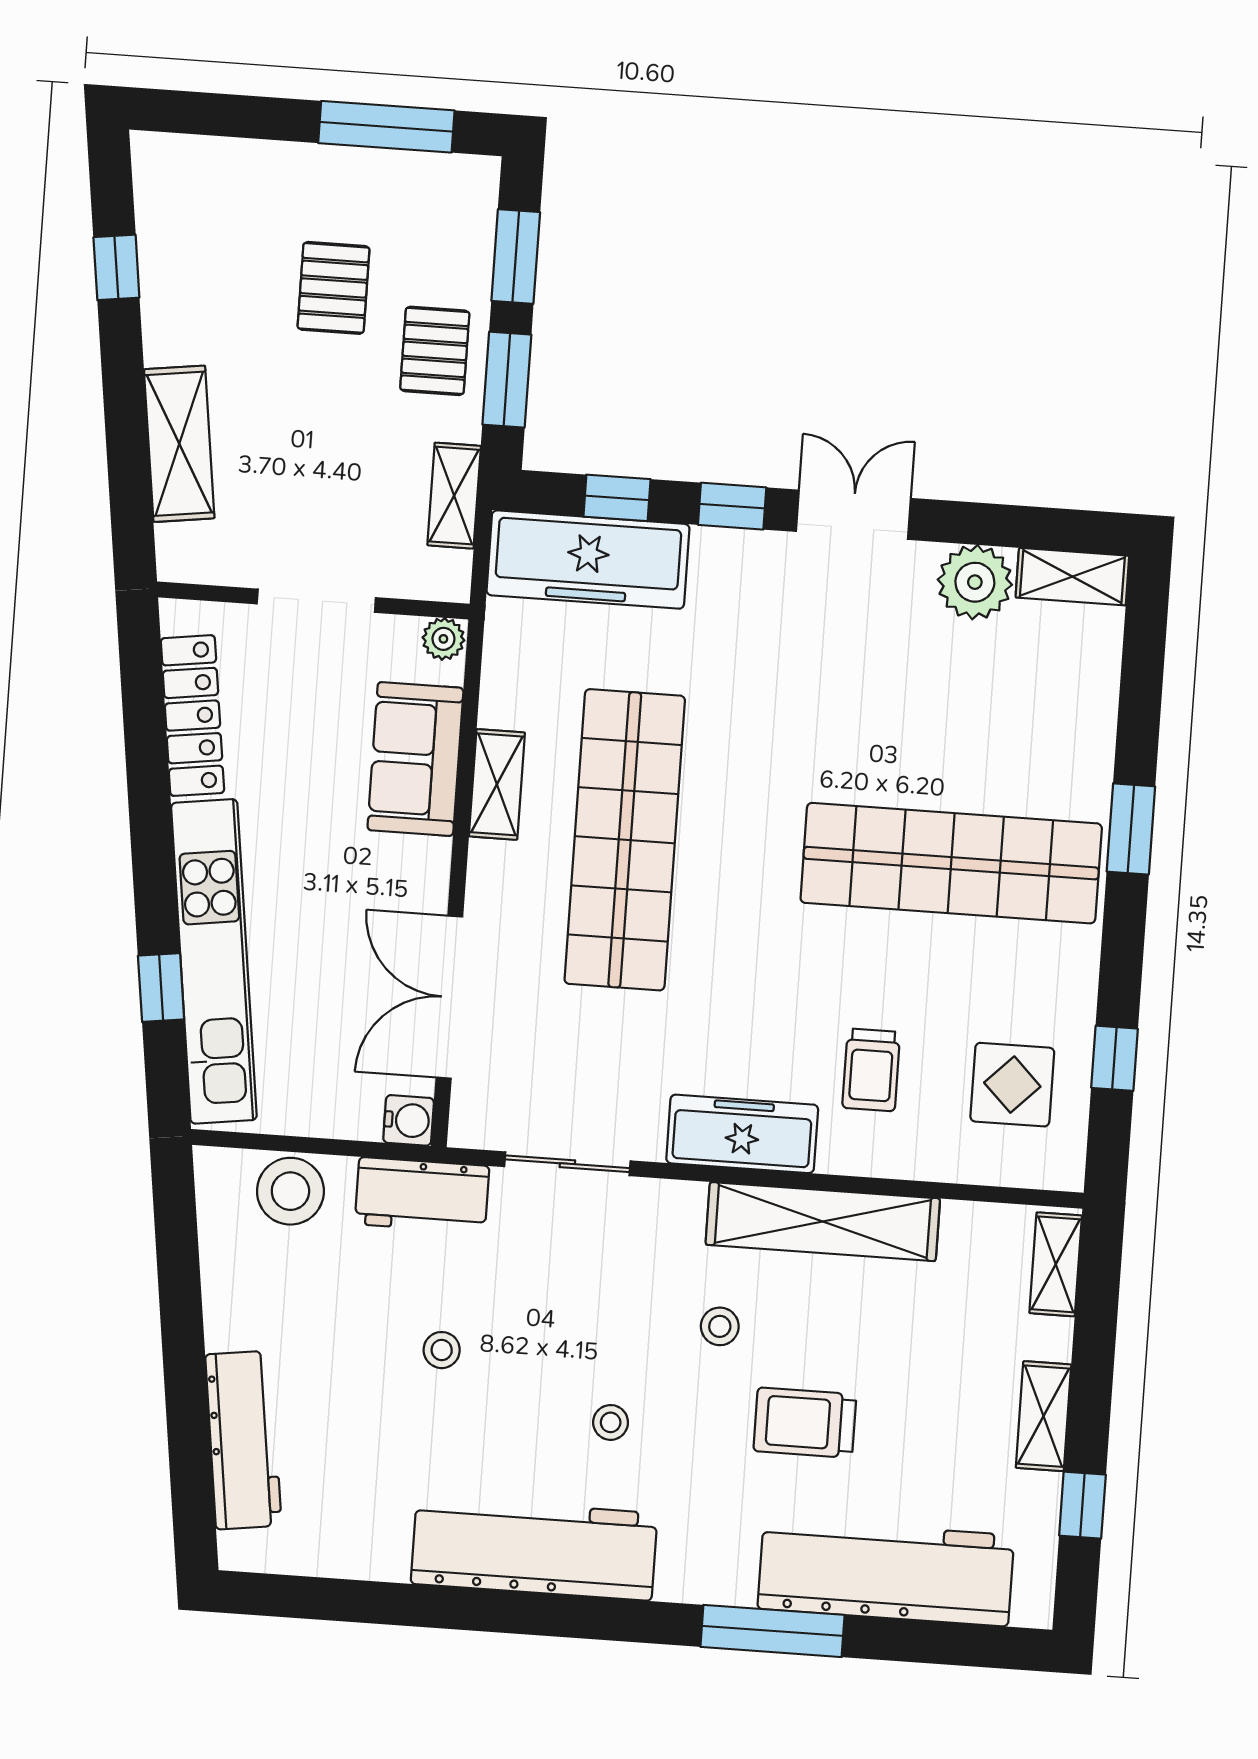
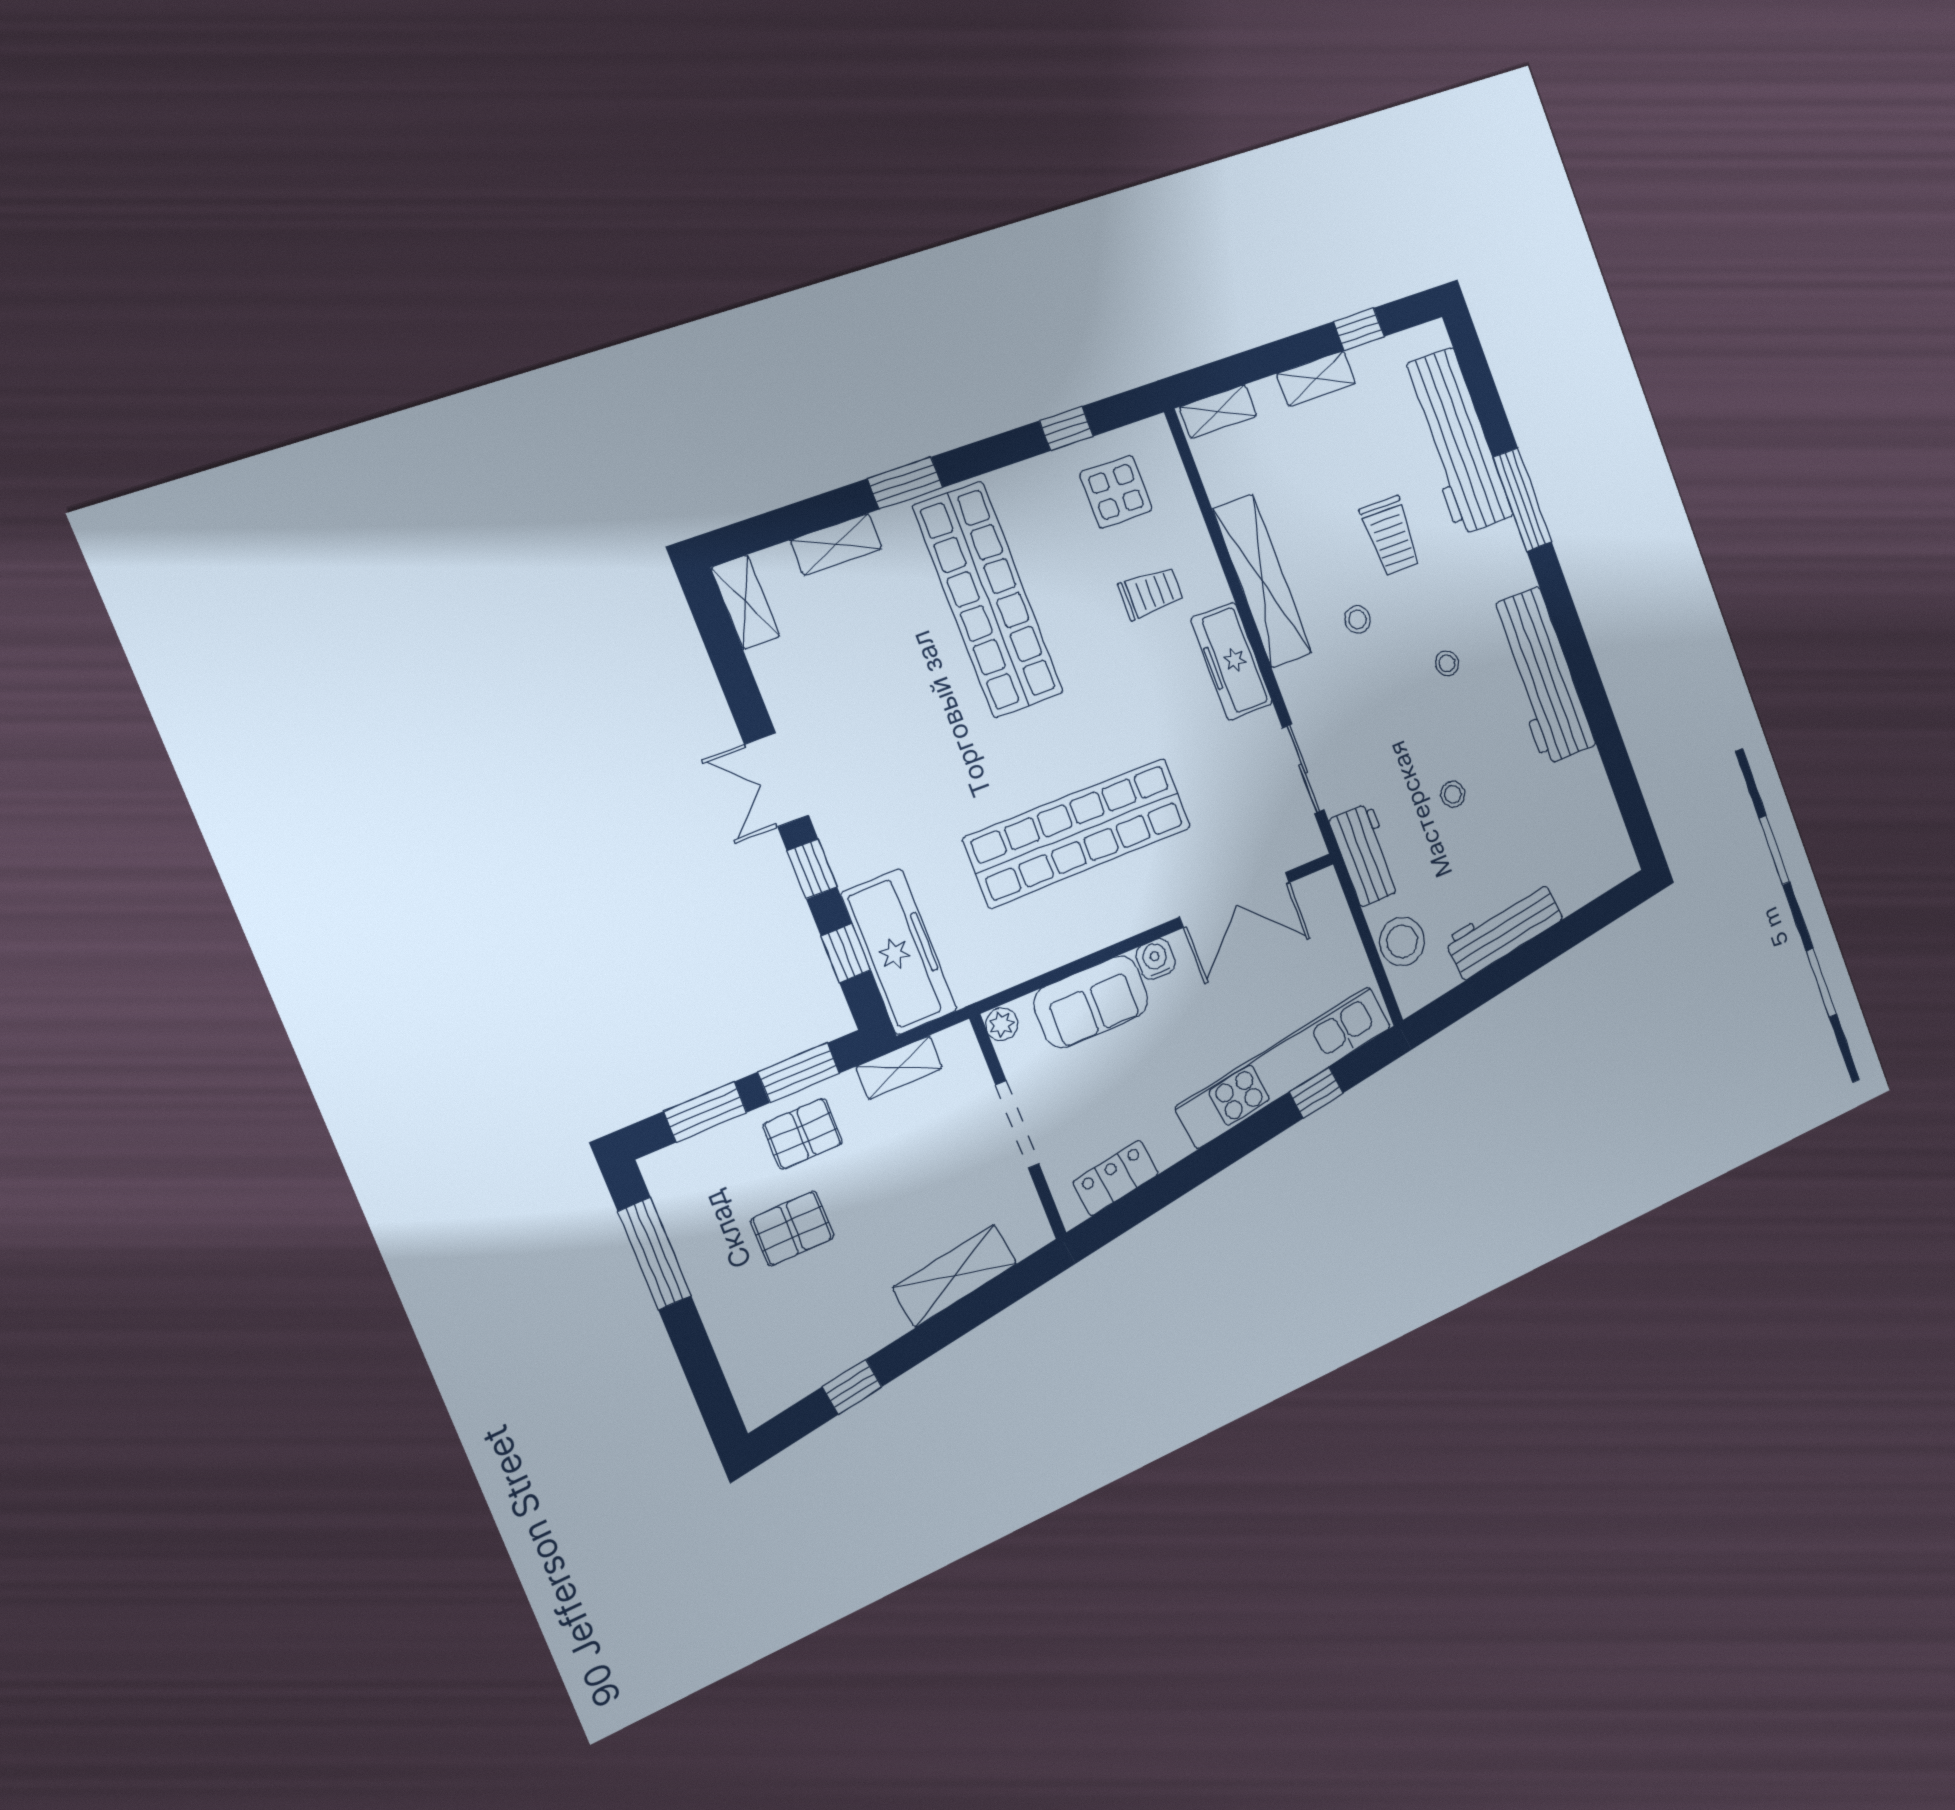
plant: (975, 582) -> (783, 671), removed
locker: (192, 716) -> (1116, 1178), width x0.66
shelving: (497, 784) -> (836, 544), moved
water cooler: (409, 1120) -> (1156, 959), moved
workbench: (243, 1440) -> (1504, 929), moved

